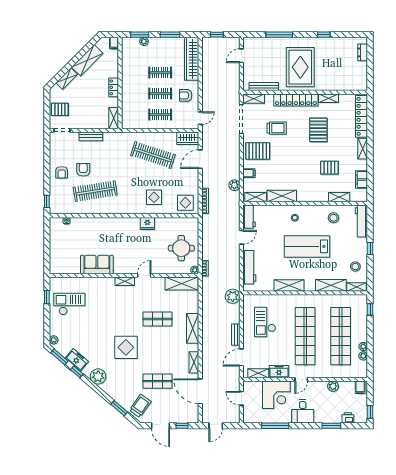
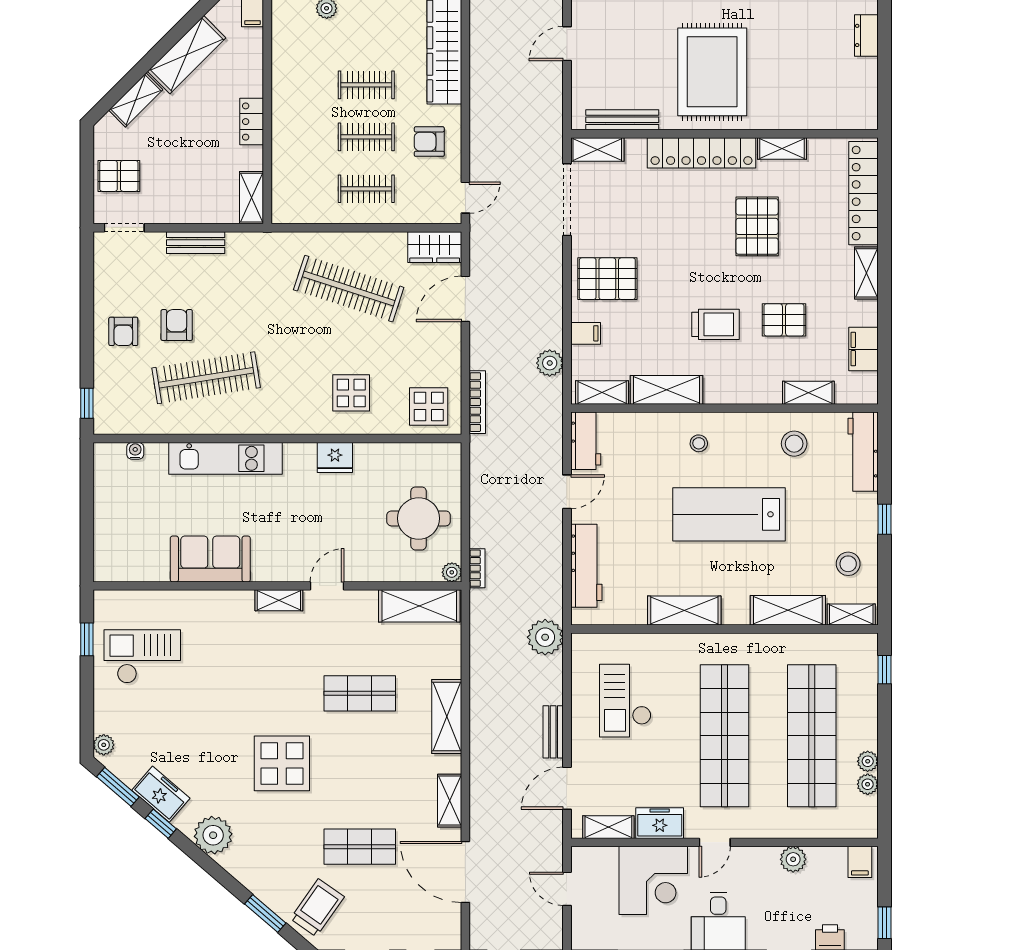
trolley: (277, 128) -> (715, 324), moved
kitchen unit: (103, 224) -> (225, 458), added

